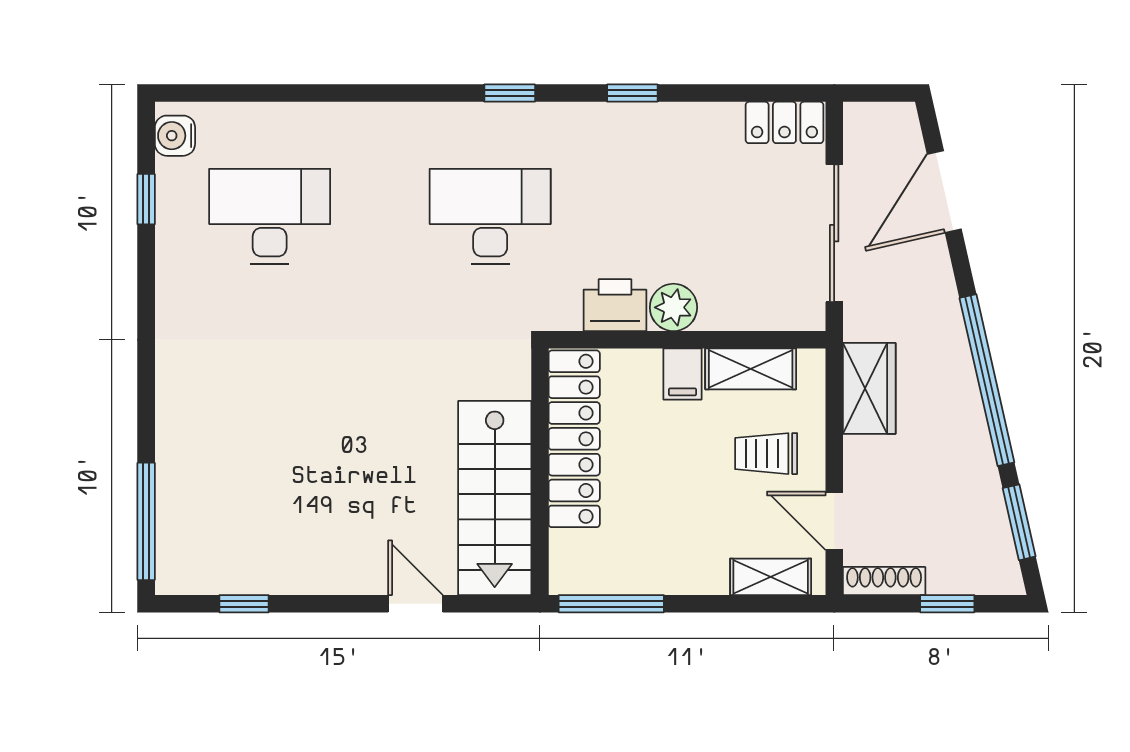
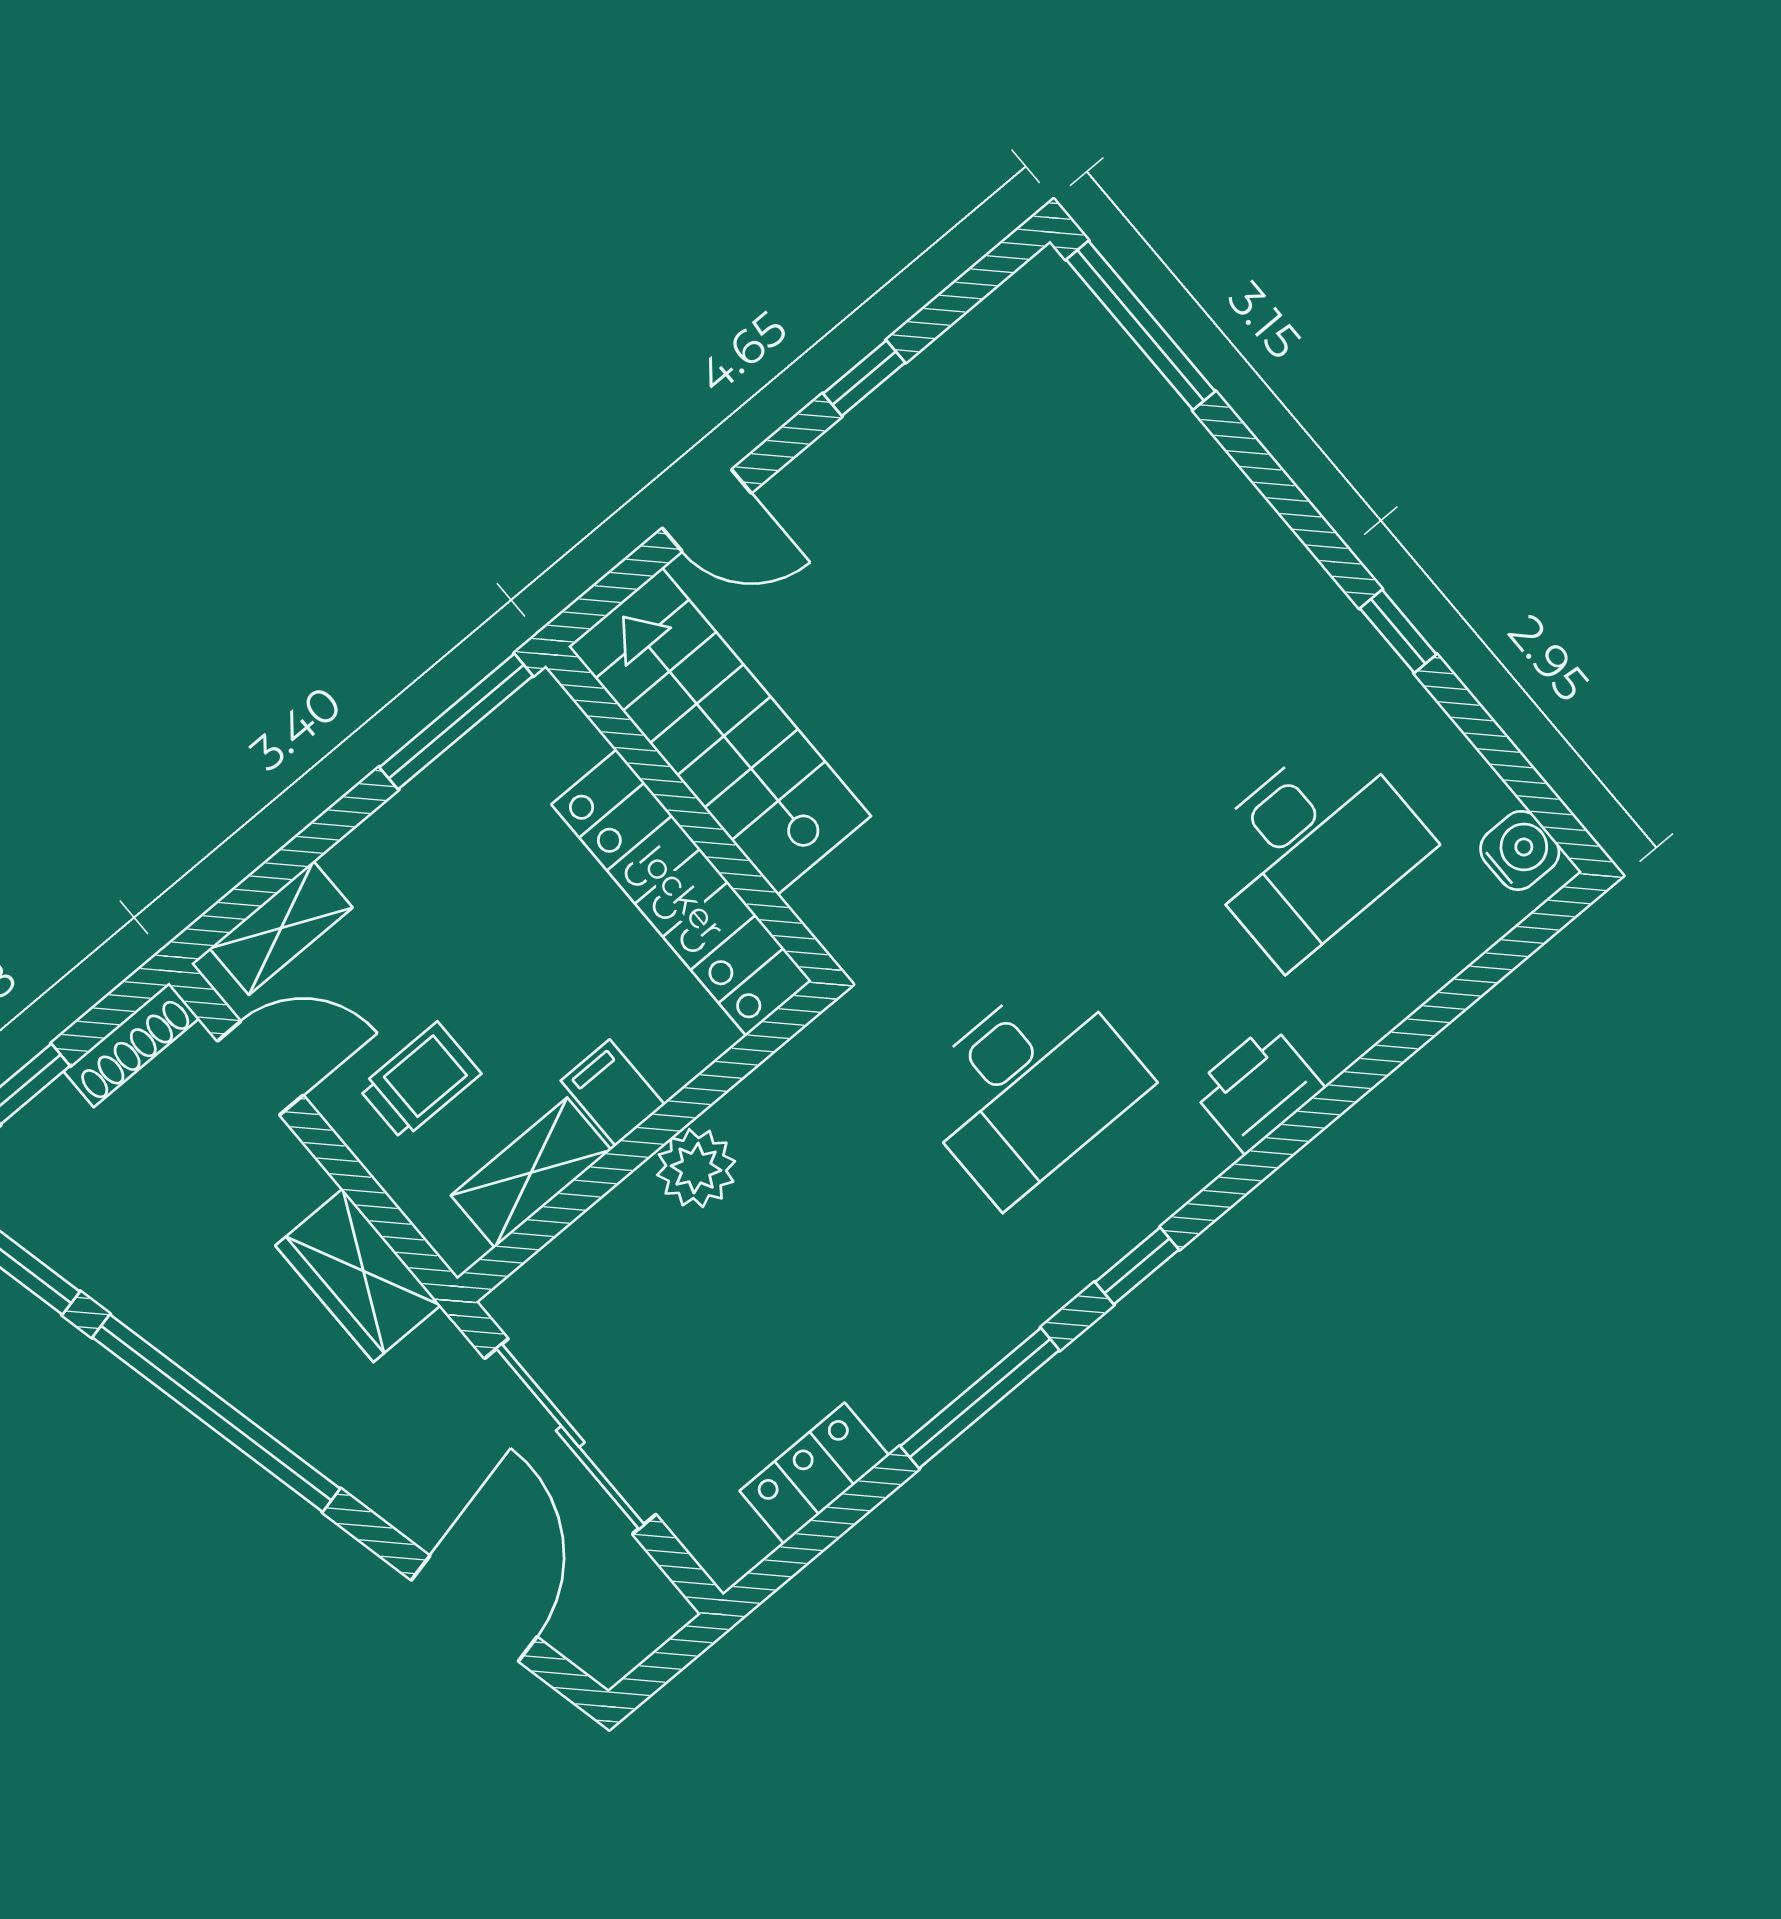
window: (632, 93) -> (980, 1398), width x2.17
locker: (784, 122) -> (814, 1473), moved
window: (146, 199) -> (1398, 631), moved
printer: (615, 305) -> (1258, 1089), moved, turned 180
window: (244, 604) -> (864, 378), moved

